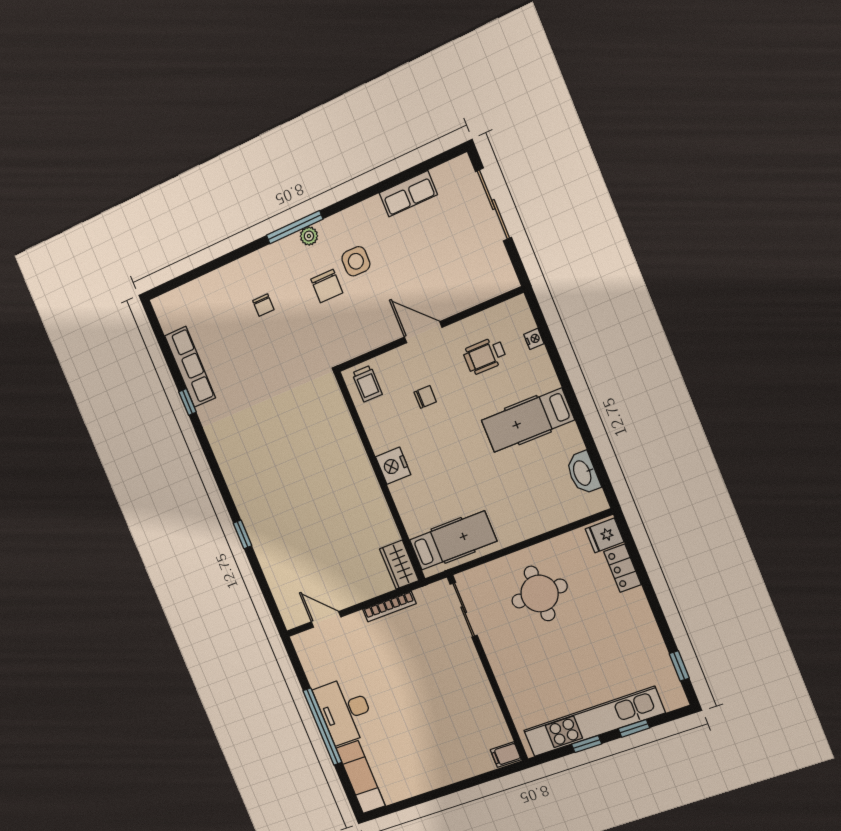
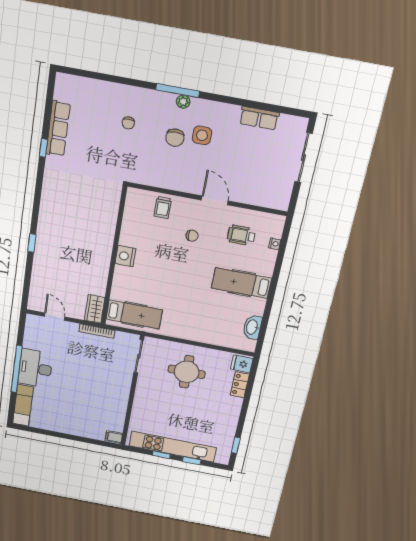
nightstand: (393, 466) -> (125, 256), moved
wall: (380, 477) -> (114, 257), moved
hospital bed: (453, 540) -> (134, 314), moved
wardrobe: (399, 565) -> (95, 309), moved

